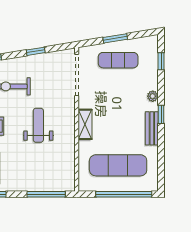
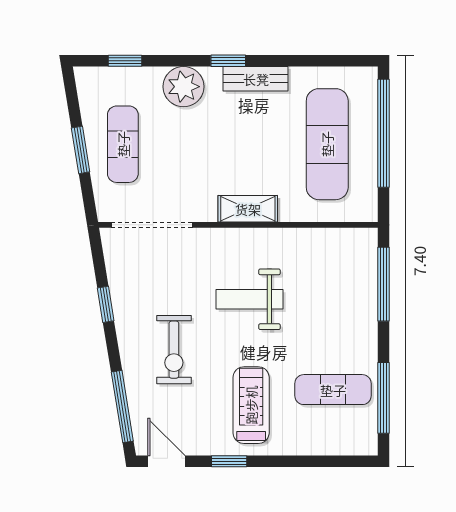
plant: (153, 96) -> (183, 87), width x1.88, depth x1.88

